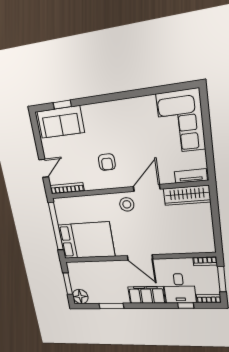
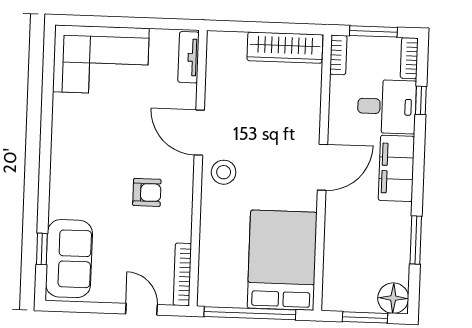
wardrobe: (187, 195) -> (285, 48), moved, turned 90

